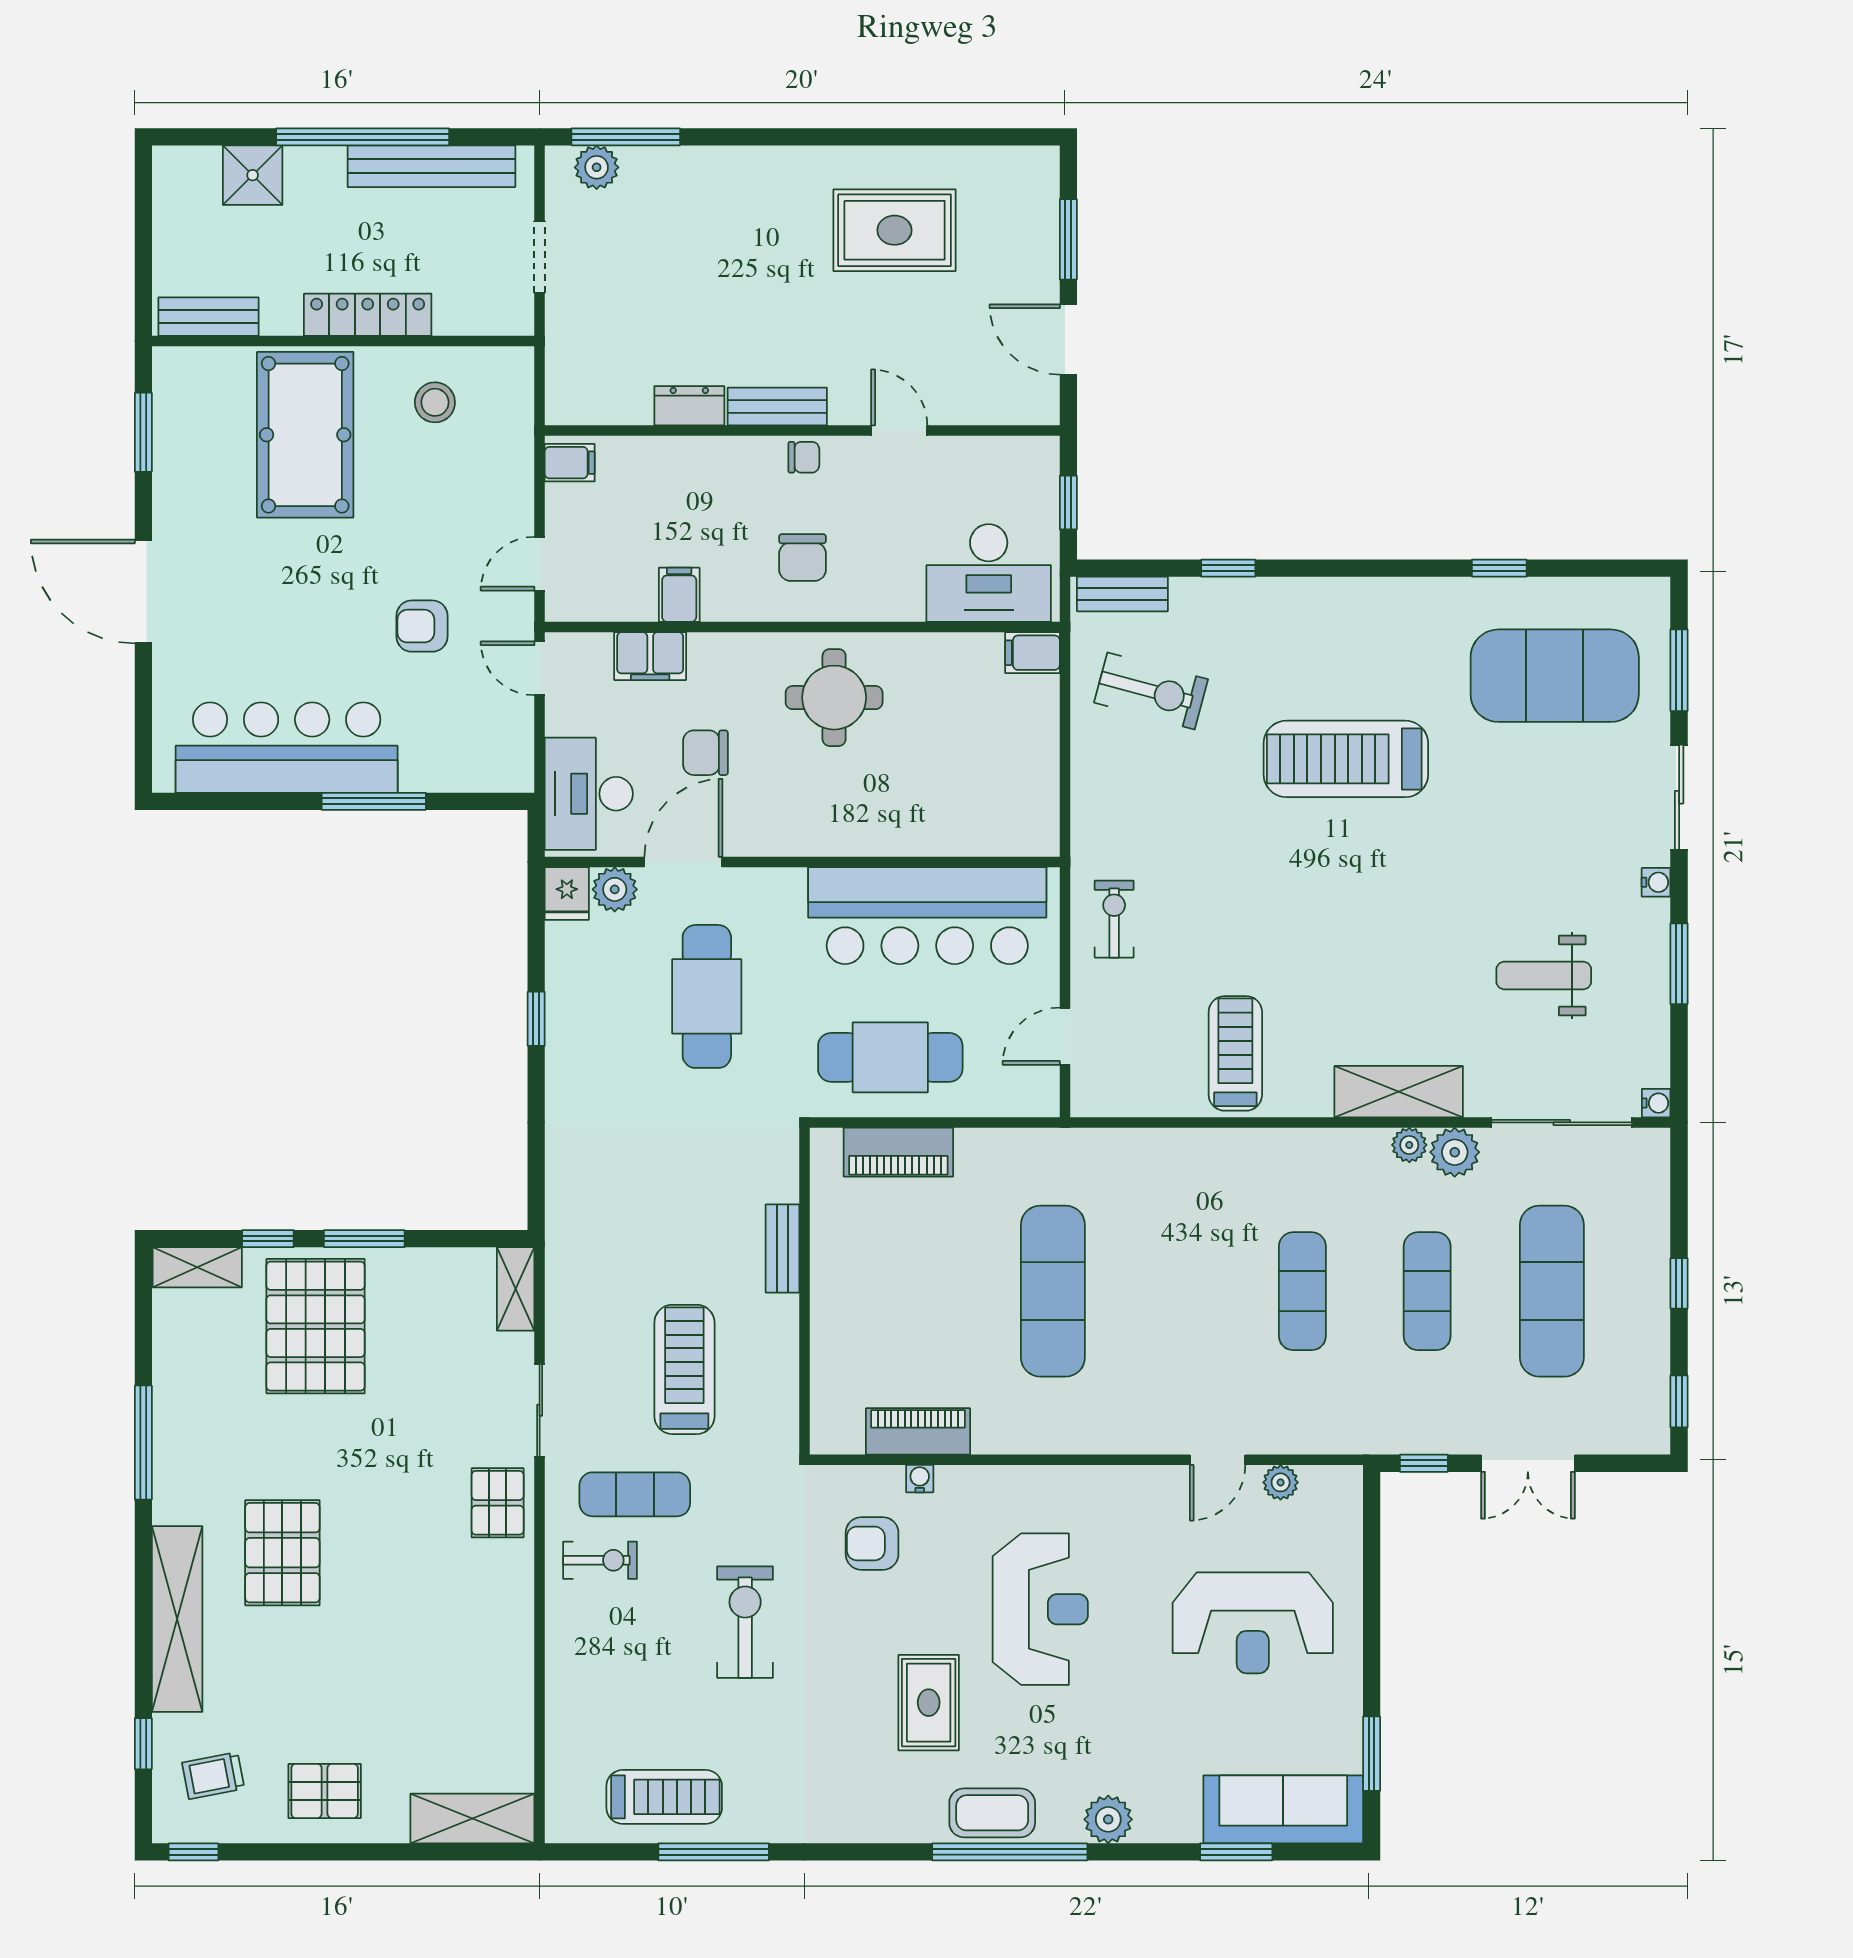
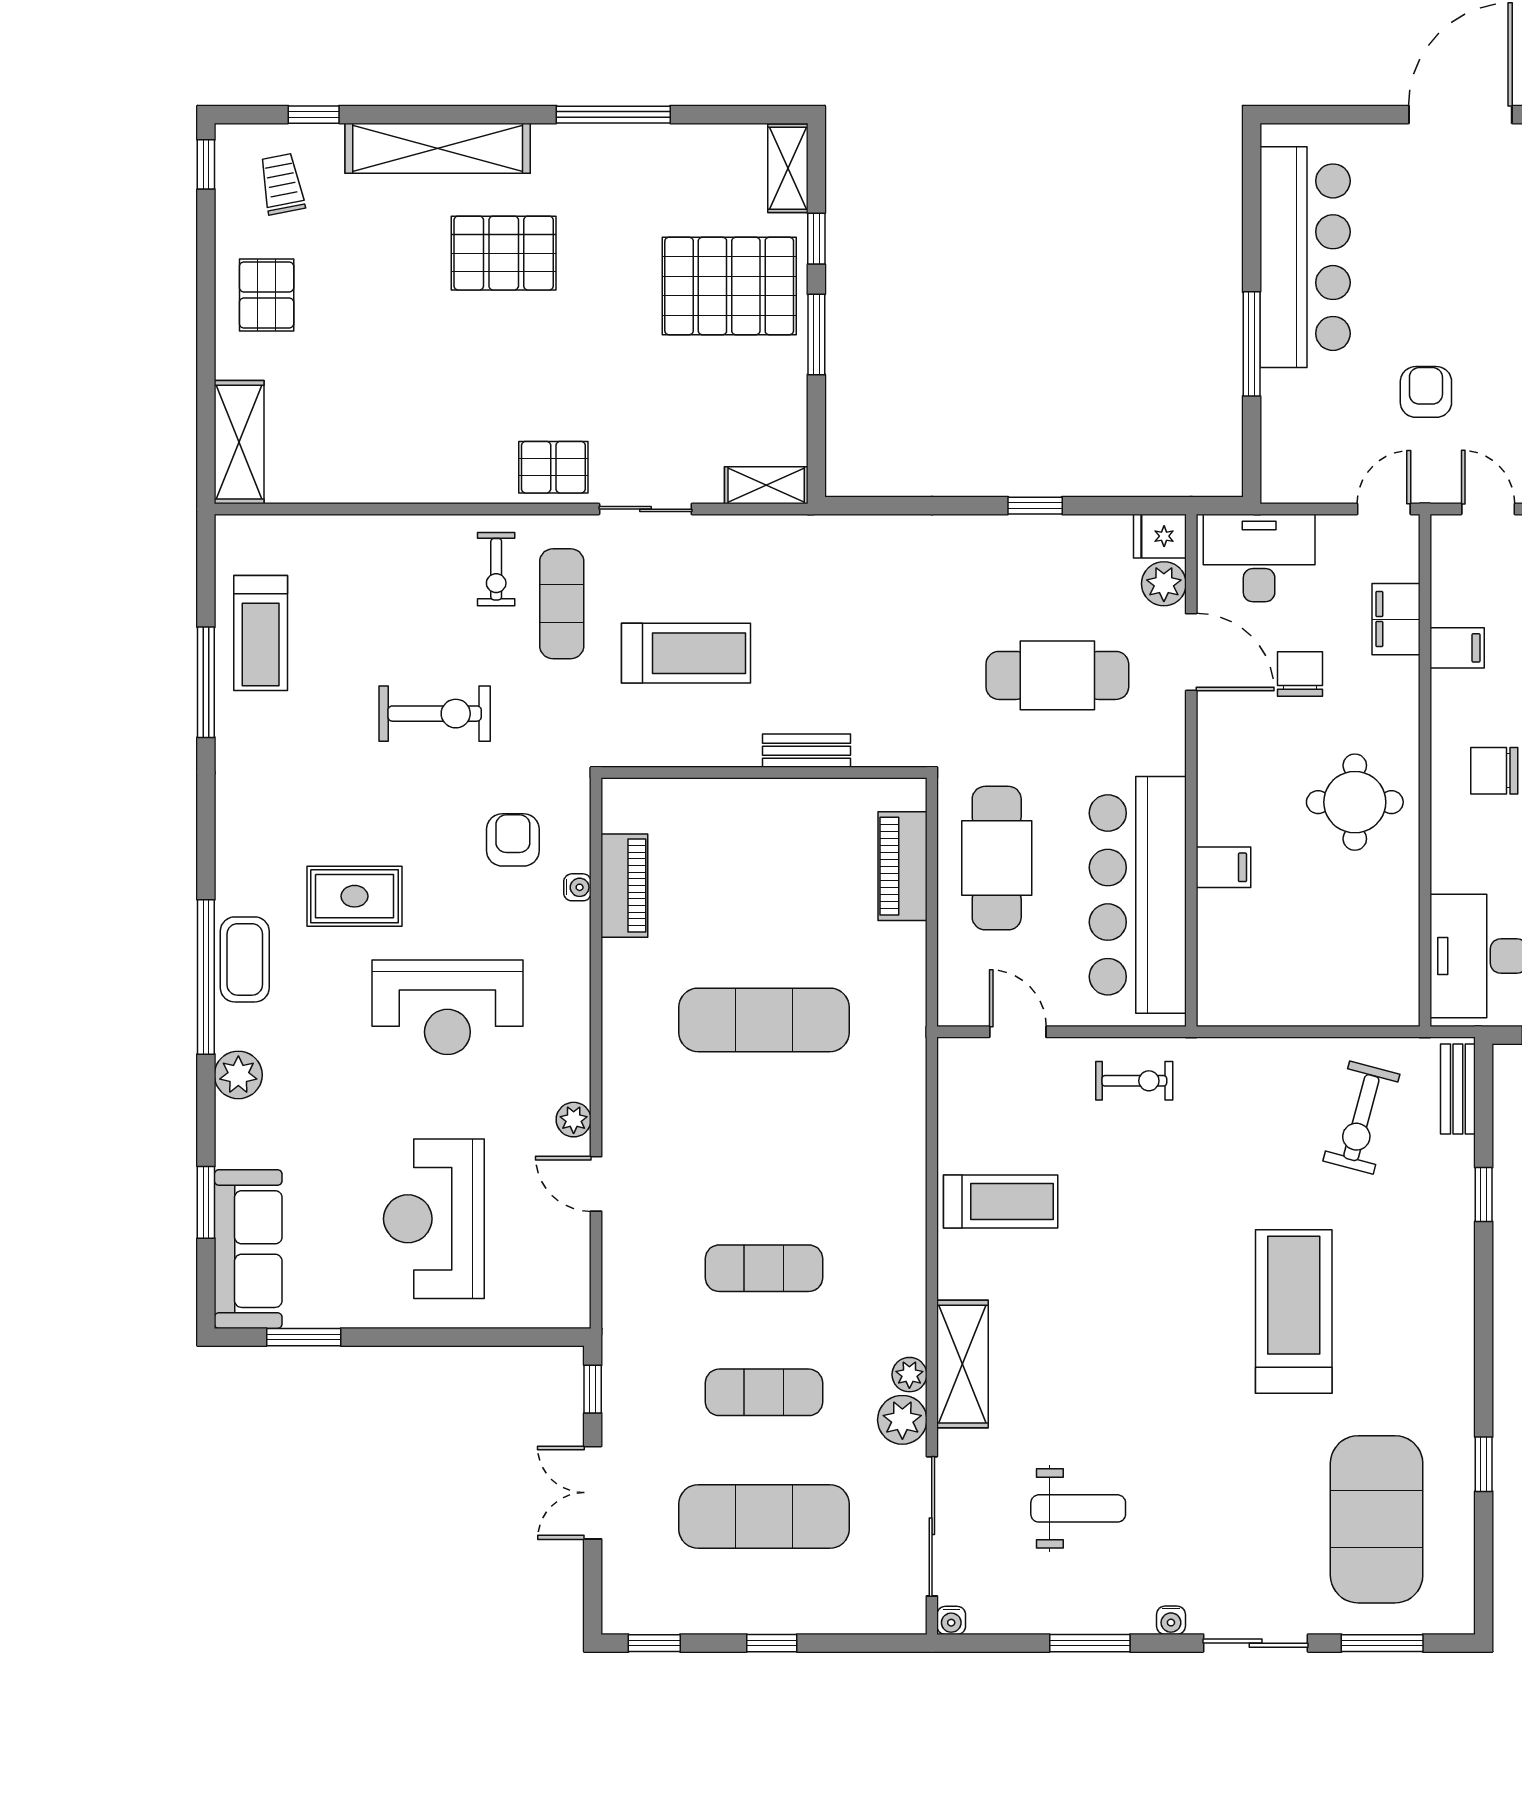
filing cabinet: (1032, 653) -> (1223, 867), moved, turned 90
weight bench: (1544, 975) -> (1078, 1508), turned 90
plant: (1281, 1482) -> (574, 1120), moved

